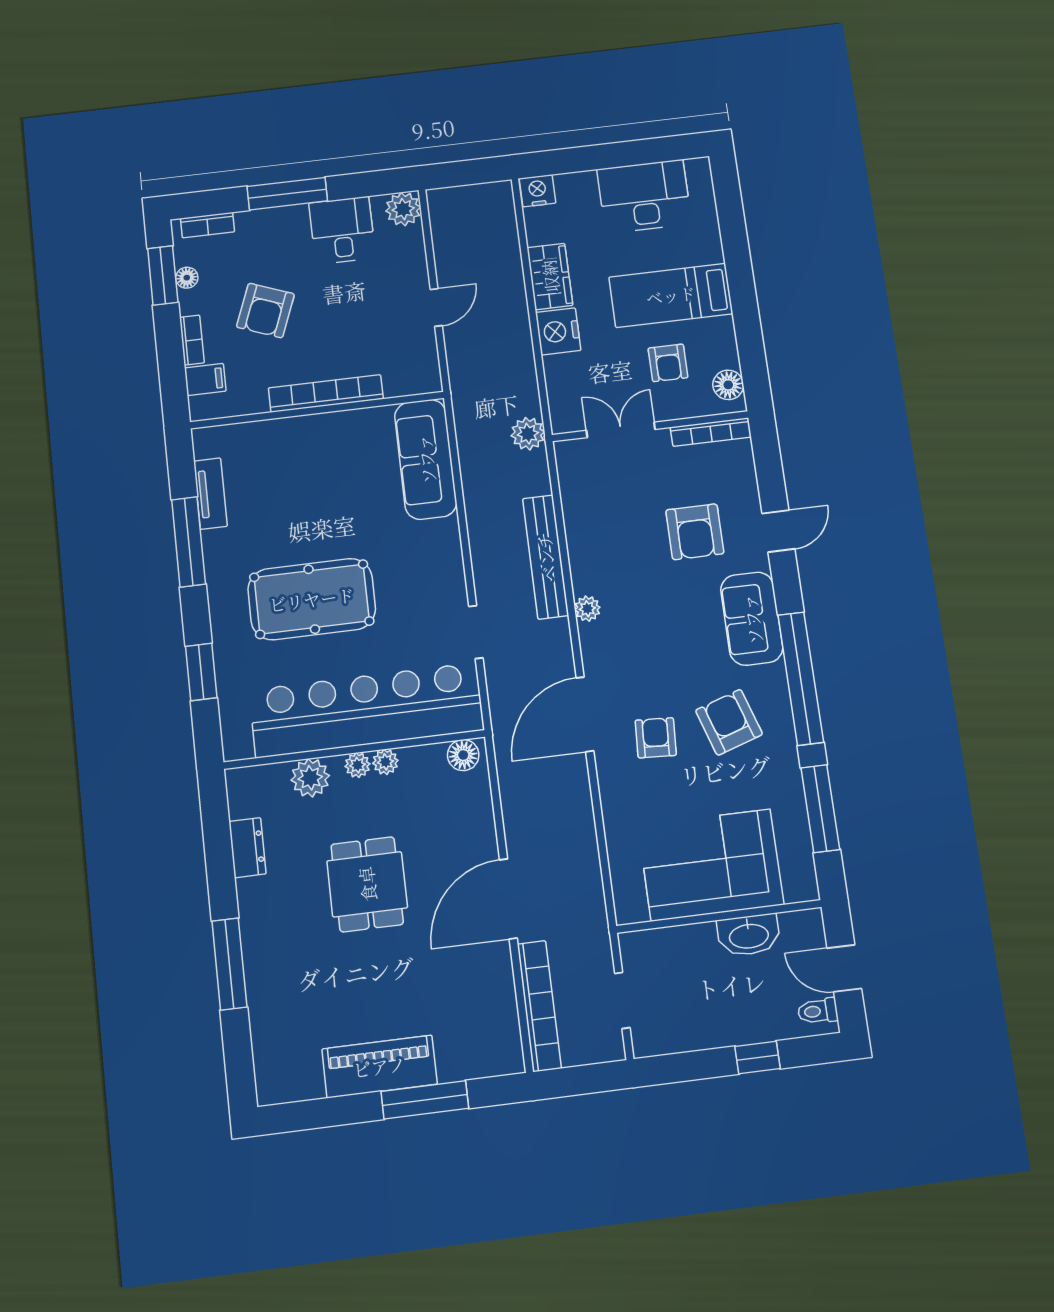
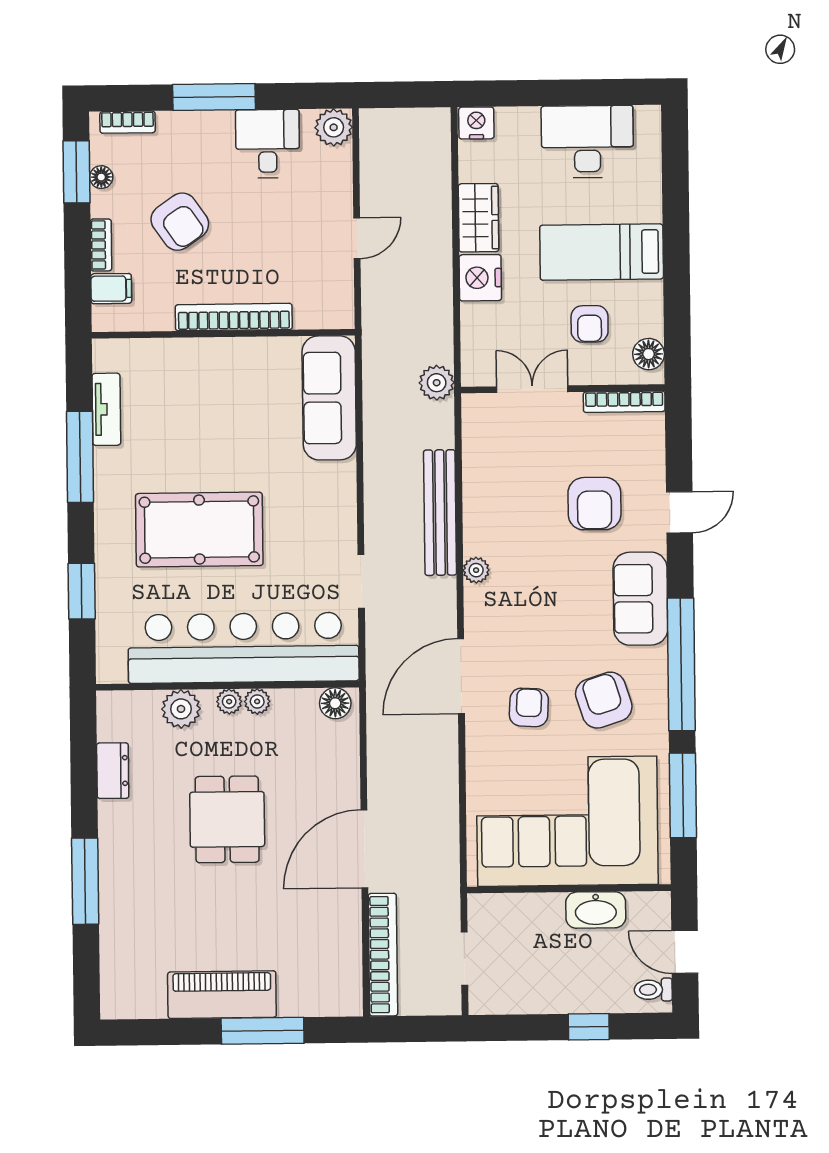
armchair: (265, 311) -> (180, 222), turned -56
corner sofa: (711, 865) -> (567, 821), width x1.36, depth x1.36

